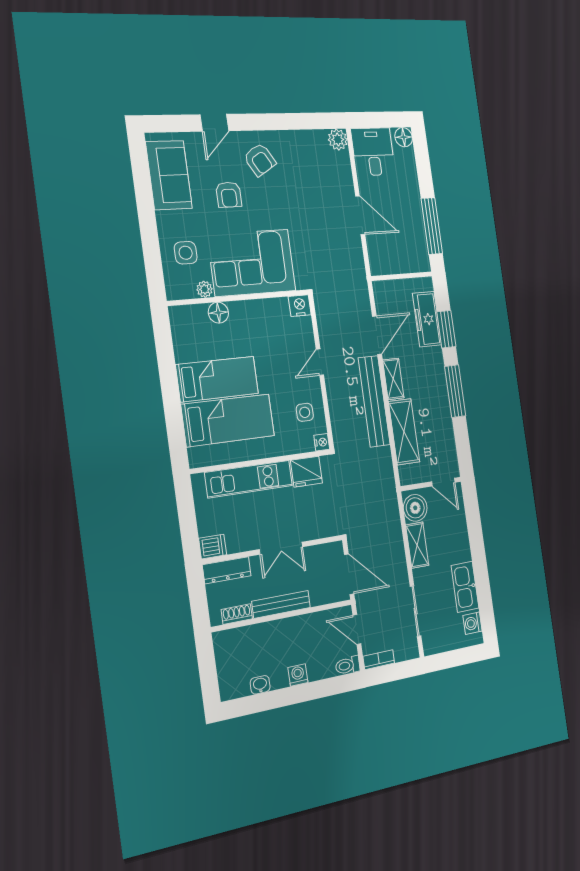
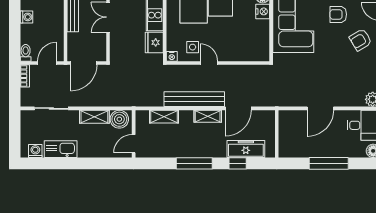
window: (432, 226) -> (329, 163), moved
nightstand: (300, 306) -> (263, 11), moved
window: (446, 329) -> (238, 163), width x0.67
door: (377, 335) -> (238, 108), hinge flipped
door: (320, 362) -> (209, 63), moved
shelving: (404, 432) -> (164, 117), width x0.67, depth x0.75

